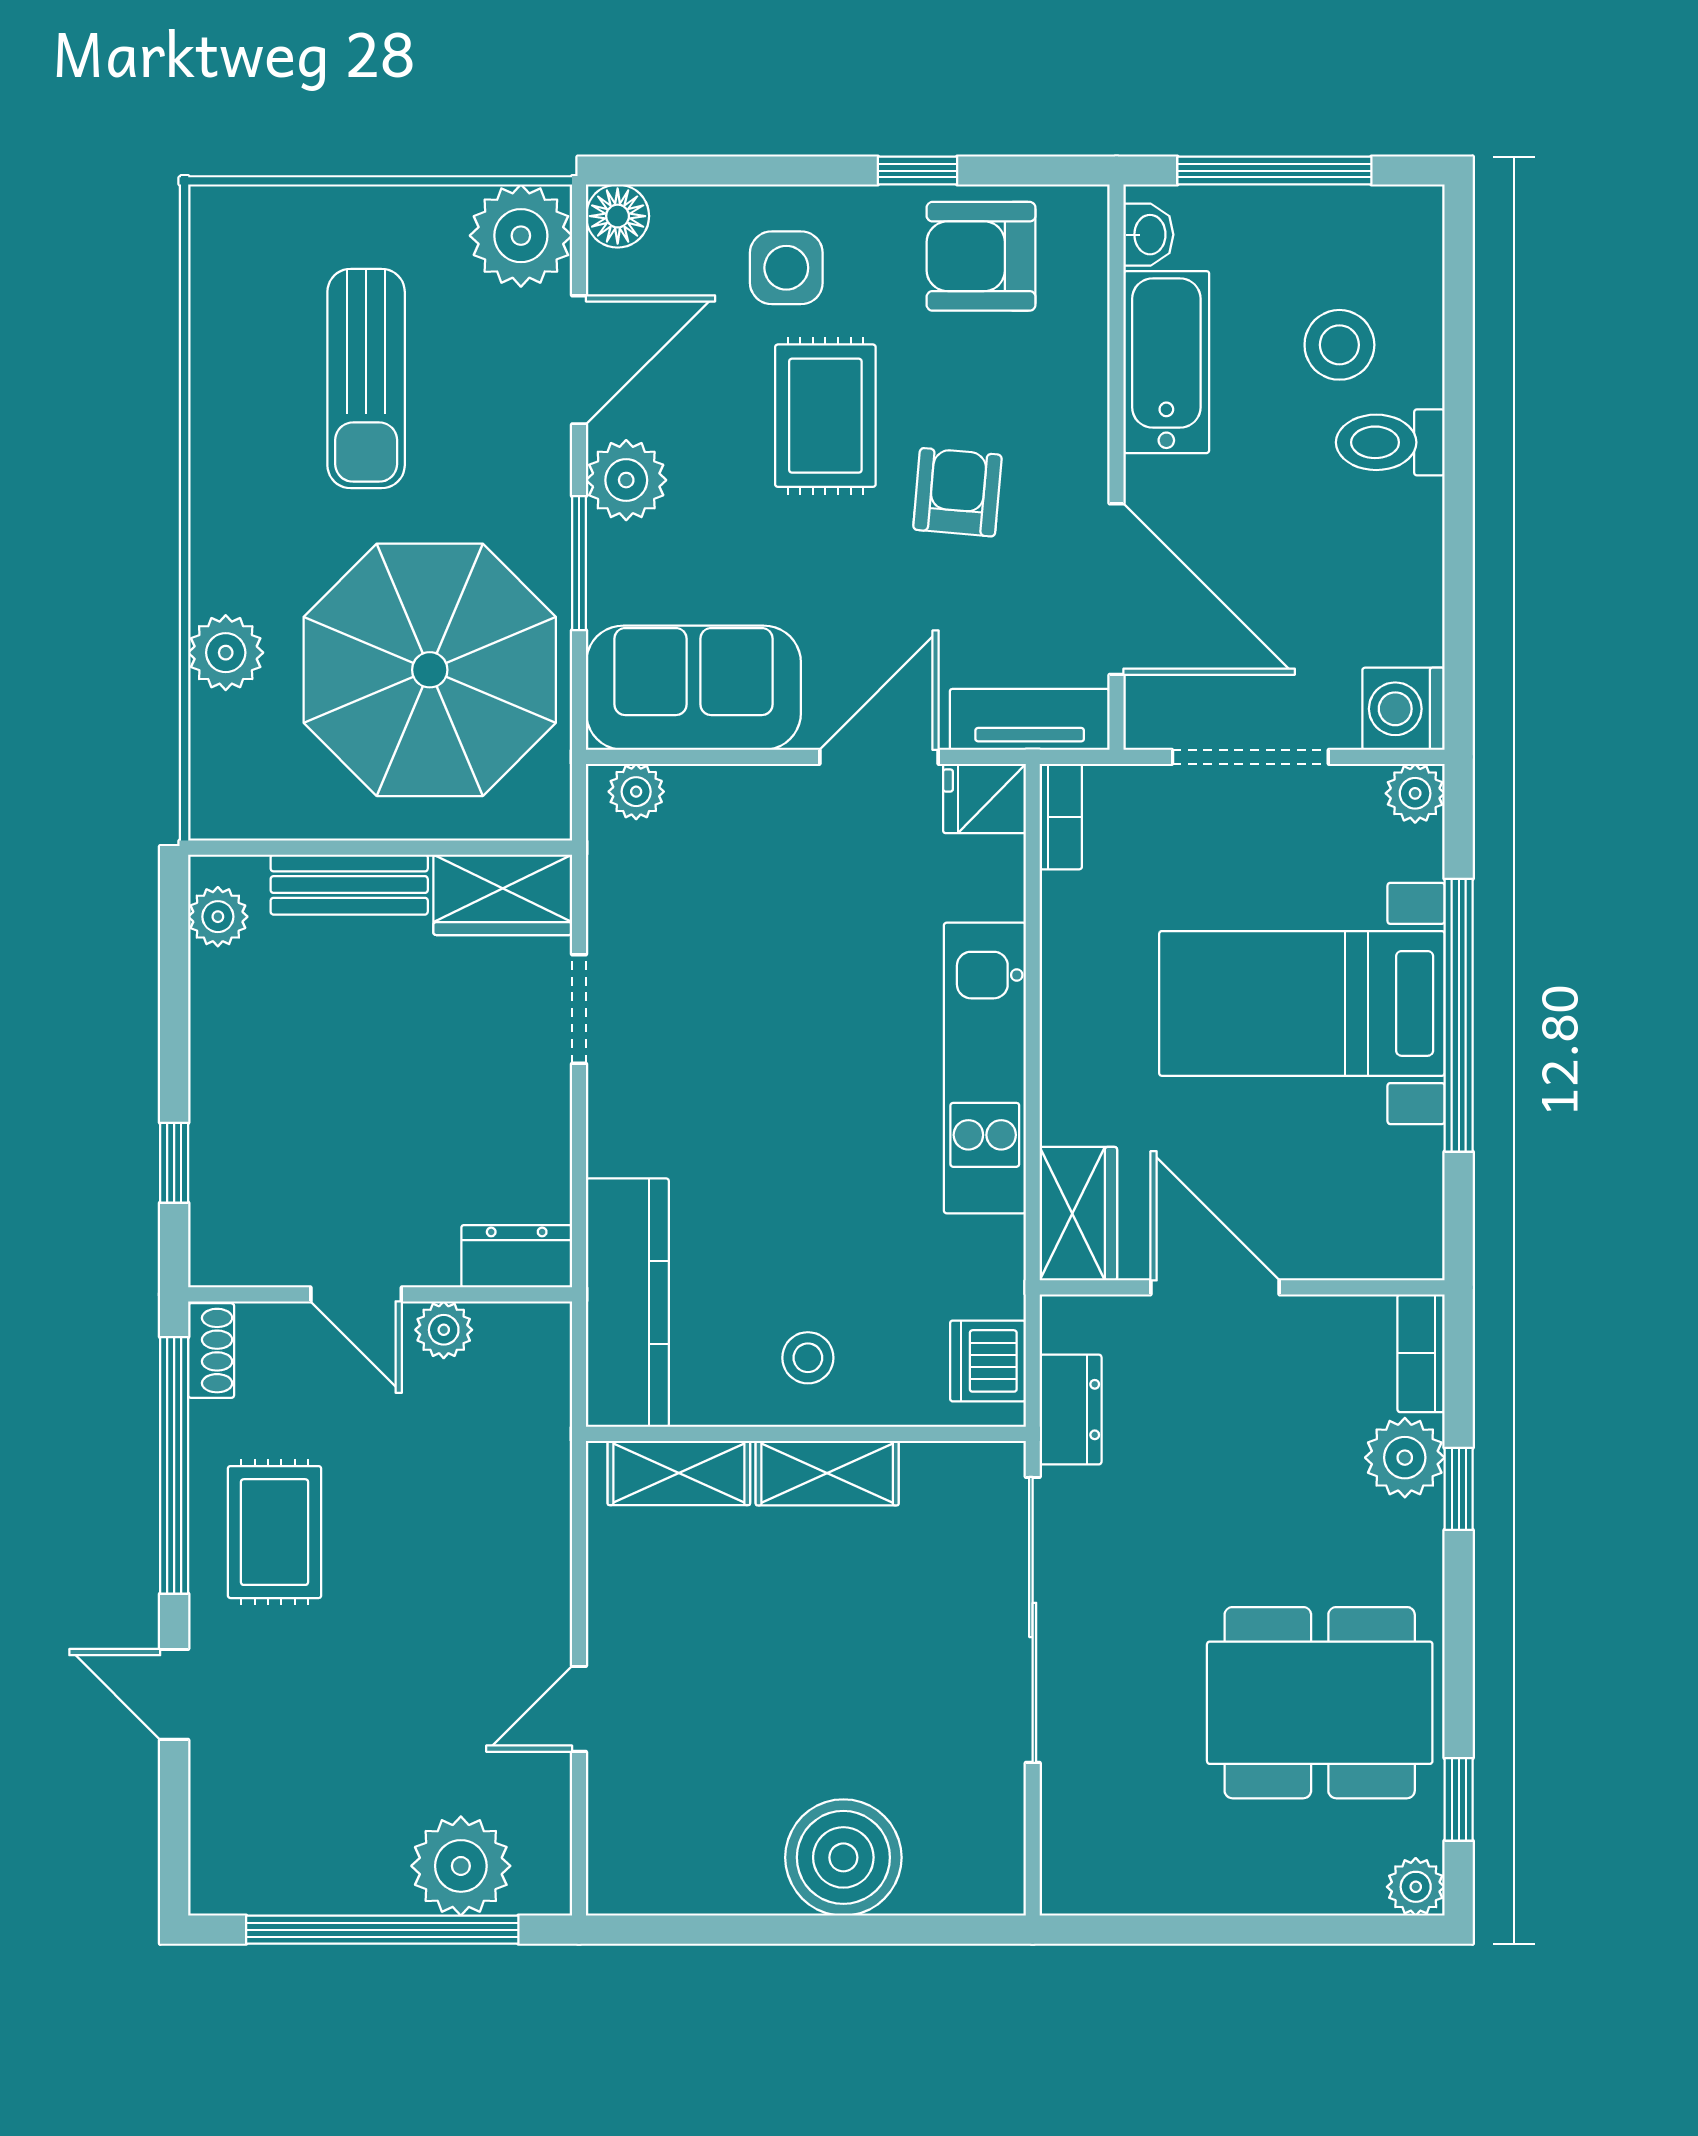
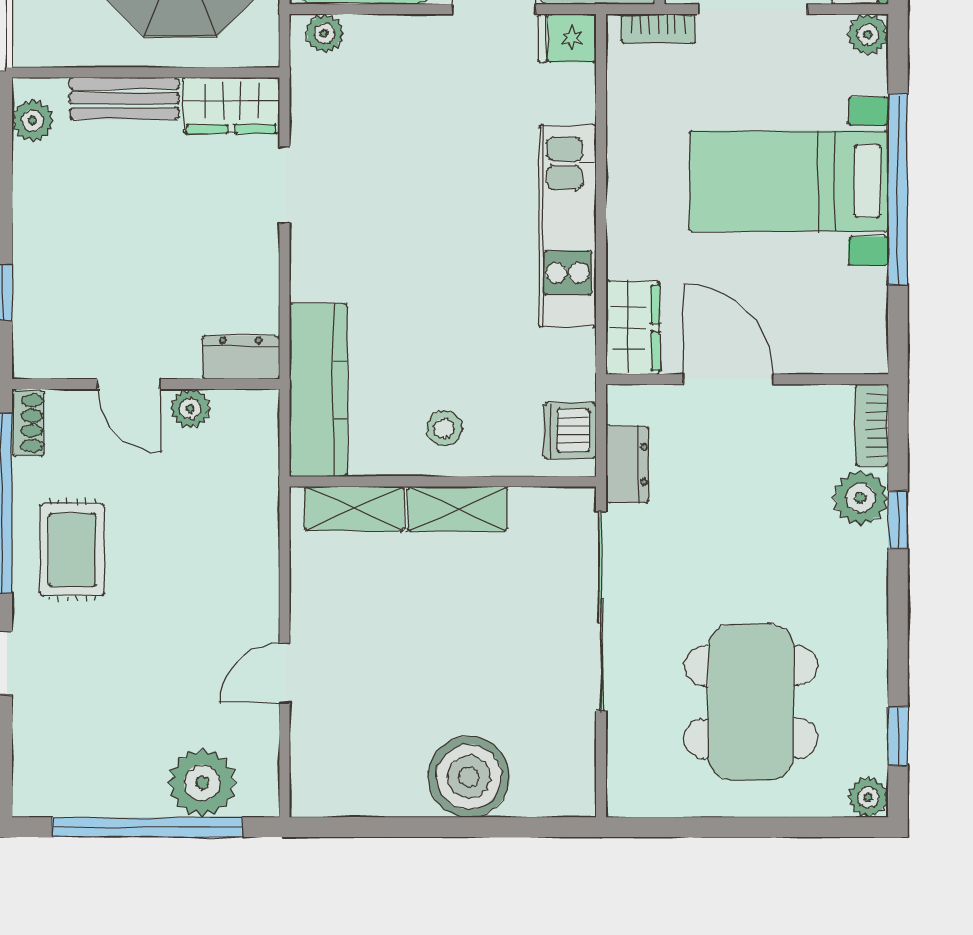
bookcase: (1061, 817) -> (658, 29), moved, turned 90
dining table: (1320, 1703) -> (751, 702), moved, turned 90

